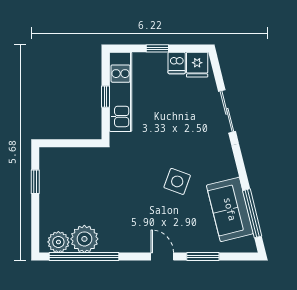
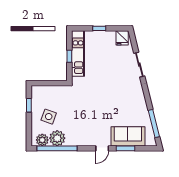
dishwasher: (177, 63) -> (110, 37), removed
side table: (177, 181) -> (49, 117), moved
sofa: (230, 209) -> (128, 136), moved, turned 104
door: (162, 257) -> (102, 148), swing flipped

